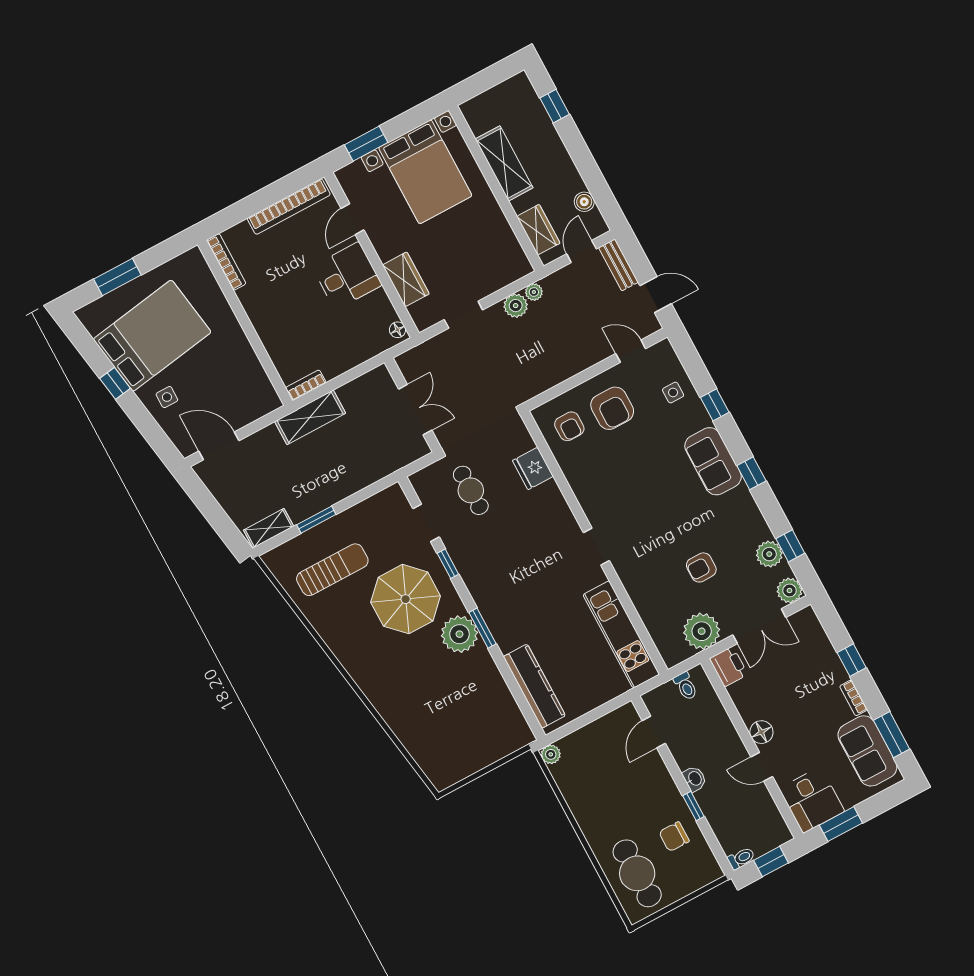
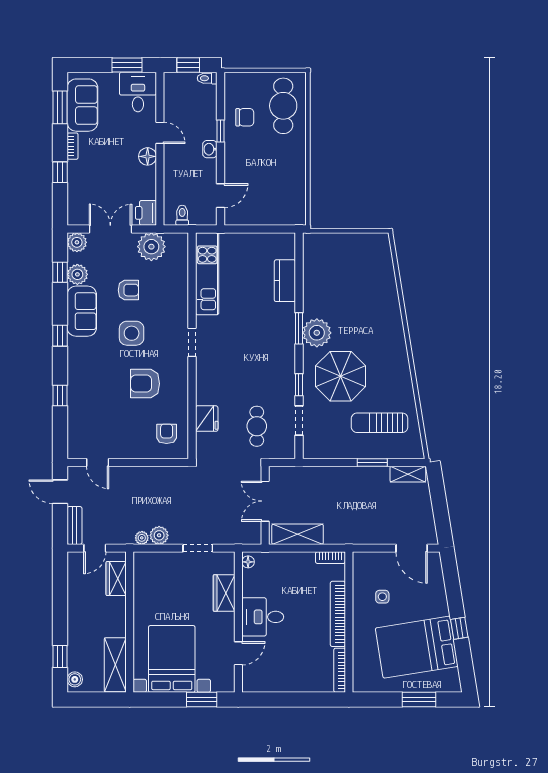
shelving: (504, 163) -> (115, 665), moved
boiler: (584, 202) -> (75, 679), moved
bookcase: (289, 207) -> (338, 614), moved, turned -90
side table: (673, 393) -> (132, 333), moved, width x1.87, depth x1.87
side table: (167, 397) -> (382, 597), moved
armchair: (612, 408) -> (145, 384), moved, turned -90
shelving: (310, 417) -> (298, 534), moved
sofa: (713, 461) -> (82, 311), moved
kitchen counter: (534, 686) -> (285, 281), width x0.67
plant: (551, 754) -> (299, 218), removed

